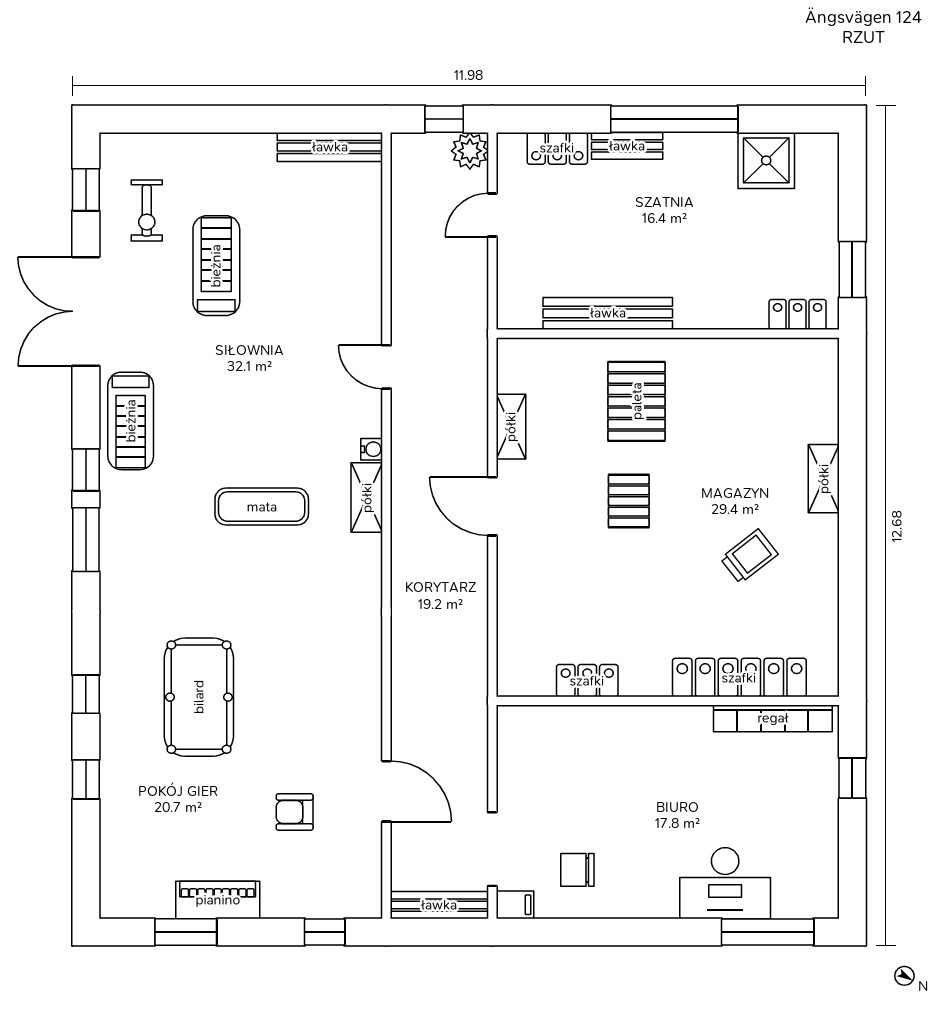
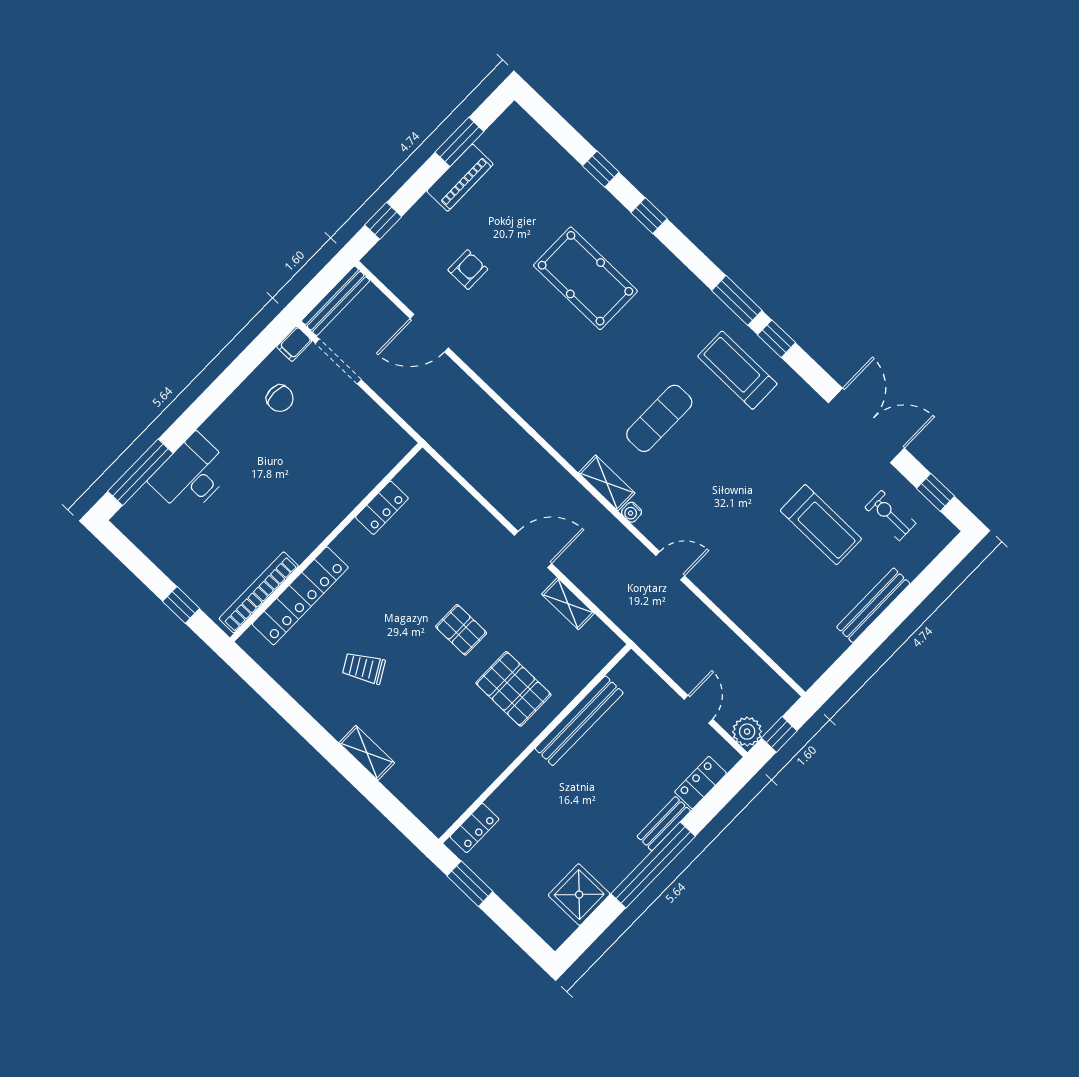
bench: (330, 147) -> (873, 605), moved
treadmill: (131, 421) -> (737, 370), moved
trolley: (749, 556) -> (364, 668), turned 98
chair: (577, 870) -> (280, 398), turned 90

